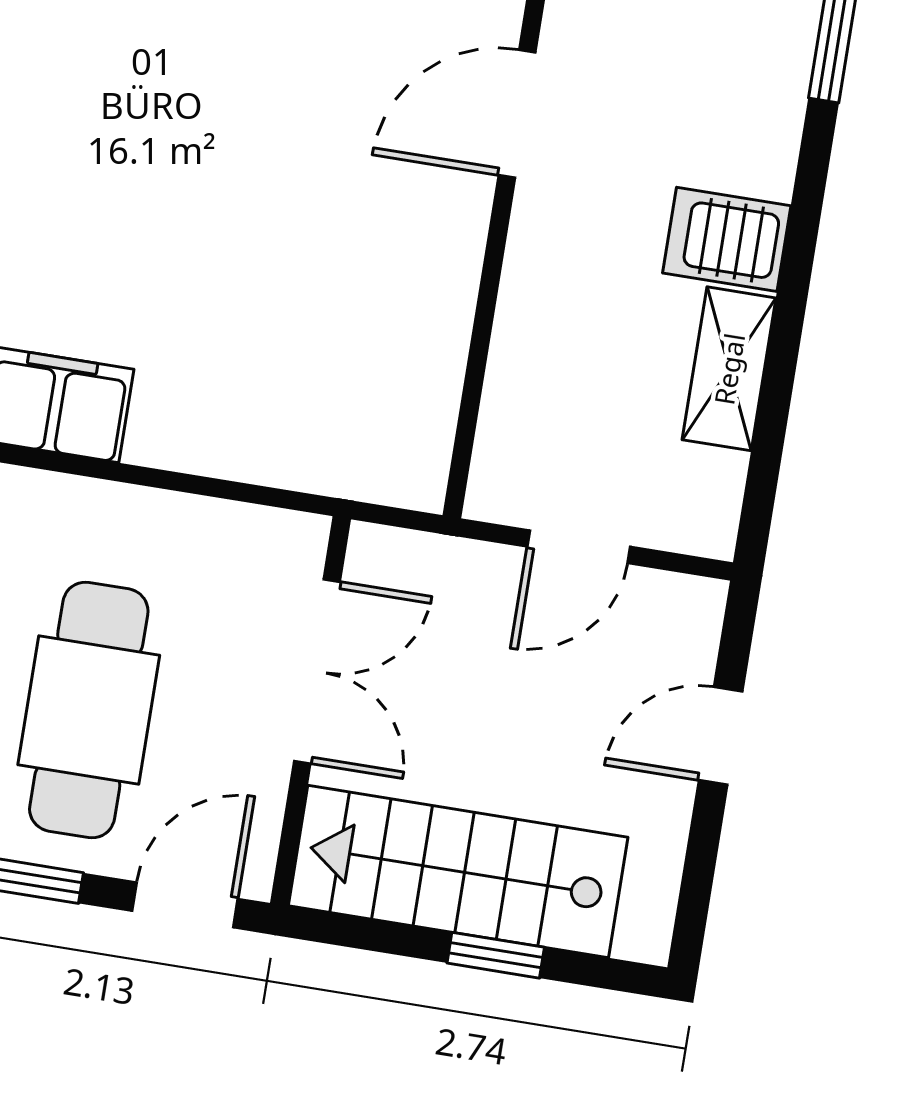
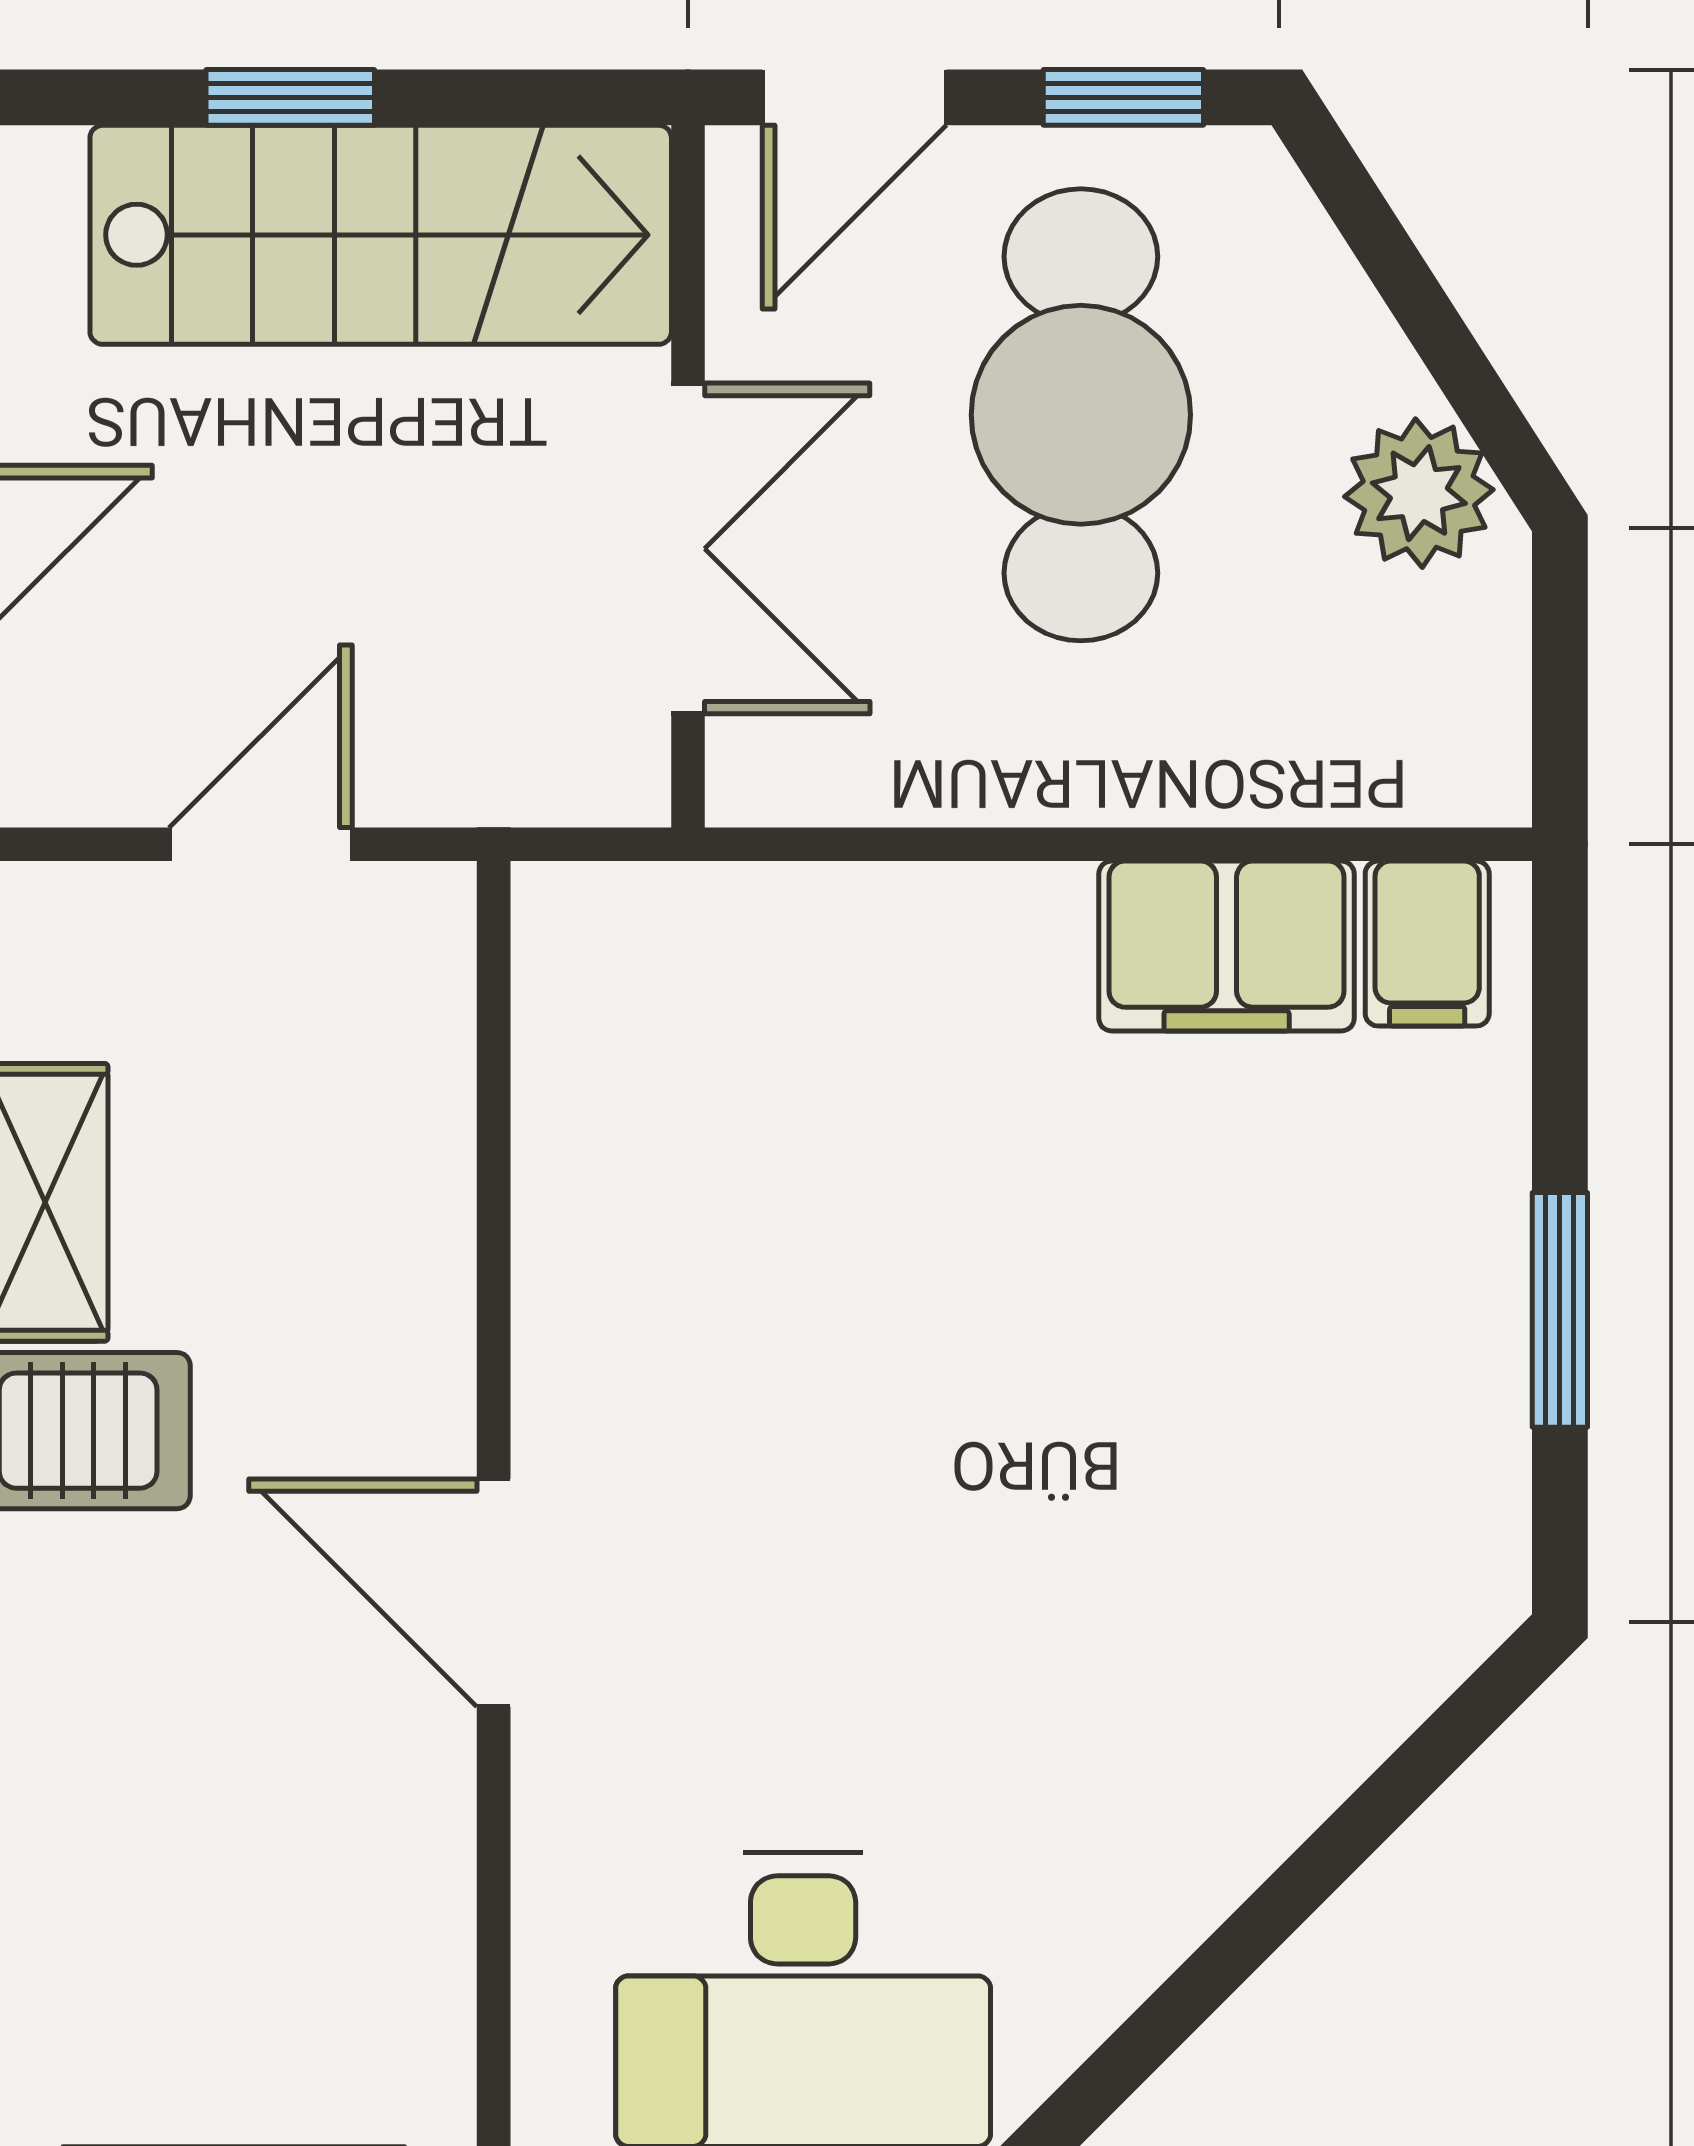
door: (517, 114) -> (494, 1593), swing flipped
double door: (317, 671) -> (688, 549), swing flipped

